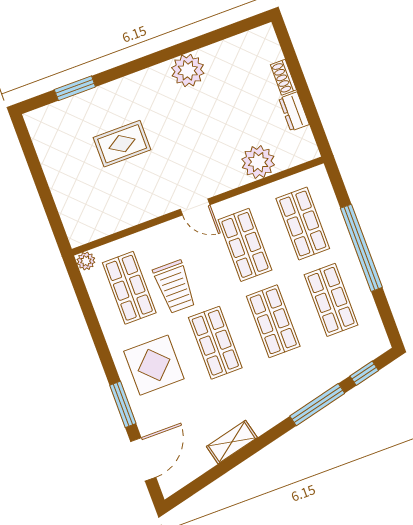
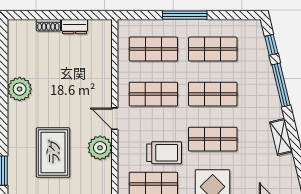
rug: (122, 144) -> (53, 152), width x1.36, depth x1.43
plant: (258, 162) -> (100, 148), moved
door: (195, 207) -> (115, 119), swing flipped
window: (361, 248) -> (185, 15), width x0.68
shelving: (232, 442) -> (281, 137), moved

